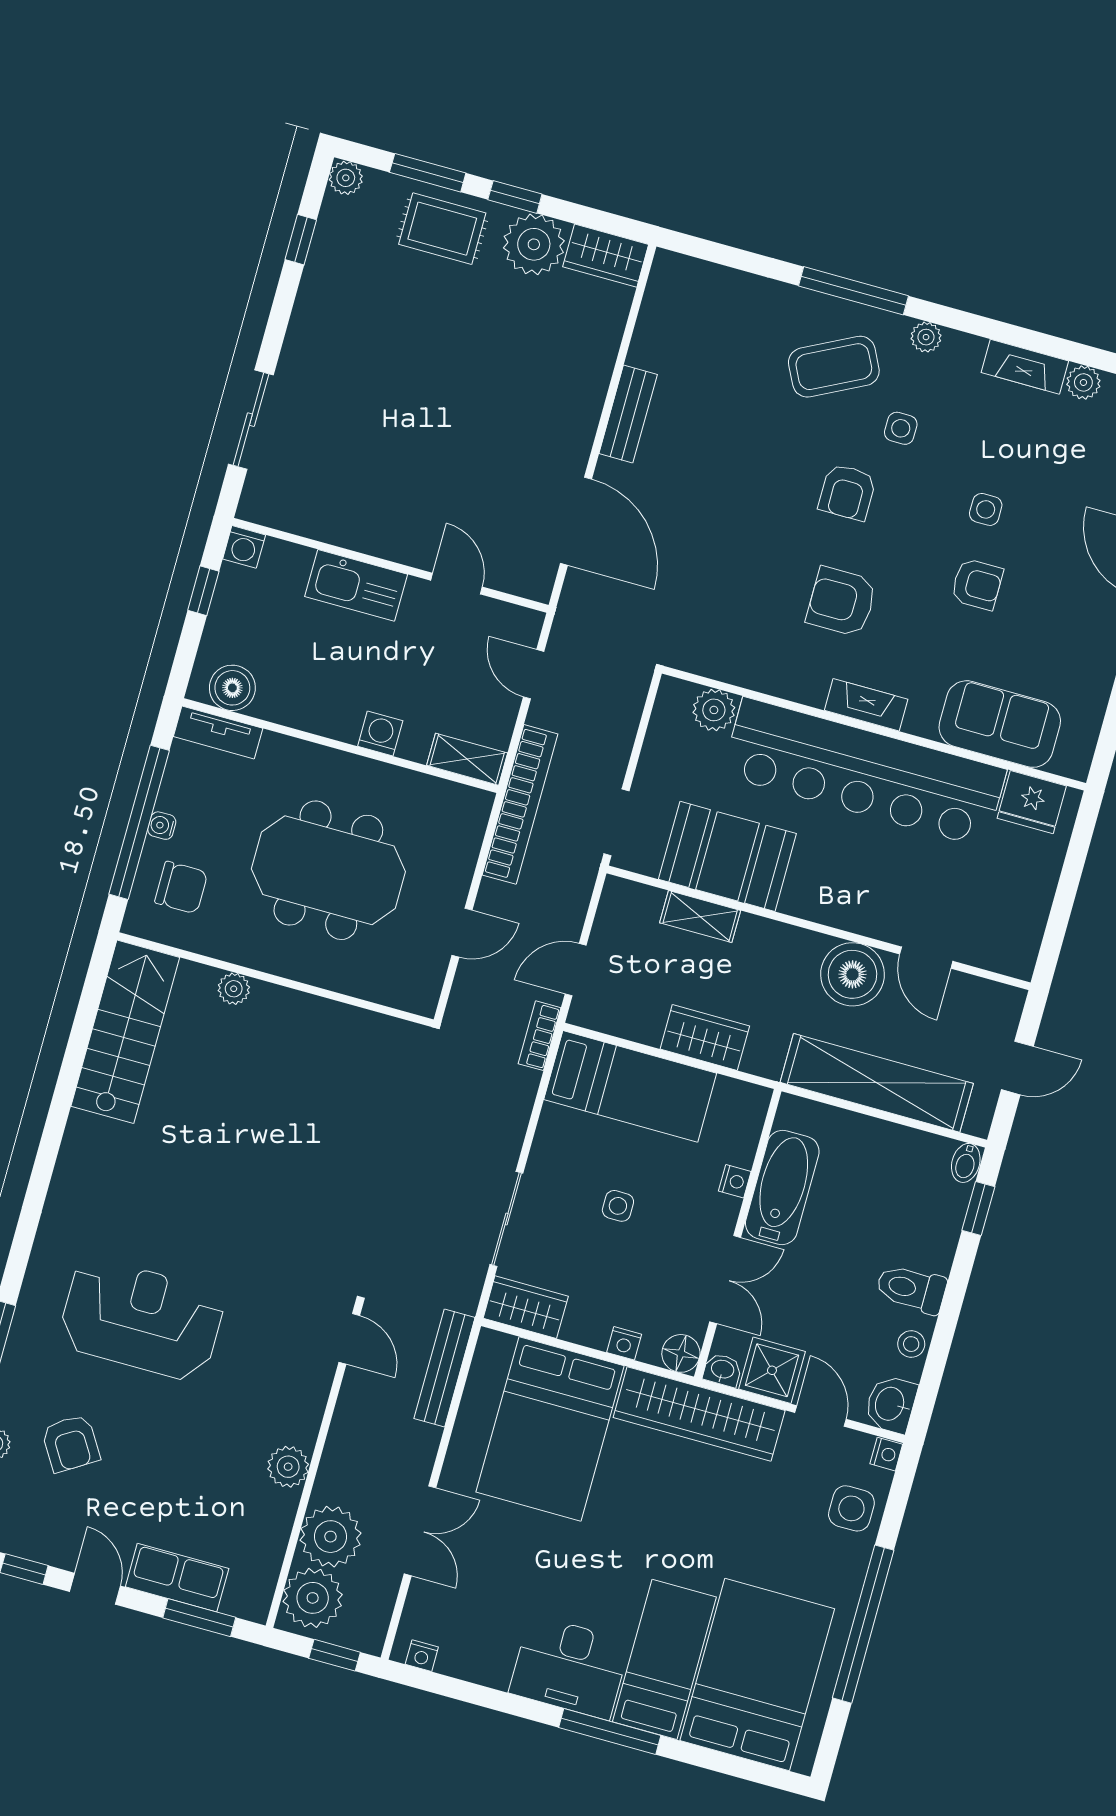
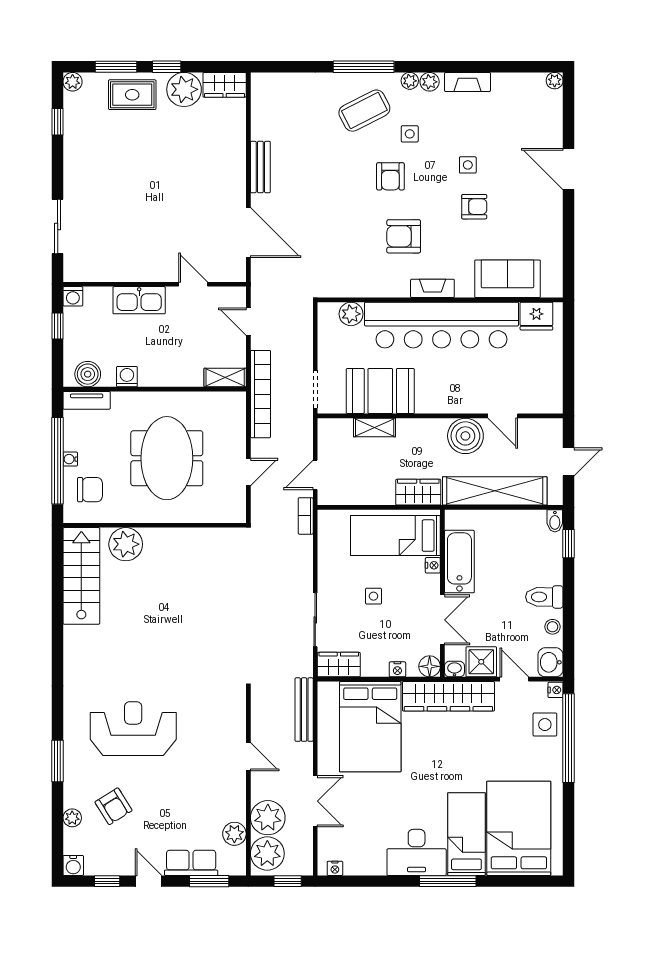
plant: (1083, 382) -> (430, 82), moved
washing machine: (380, 733) -> (127, 377), moved
meeting table: (328, 870) -> (167, 458), turned 90
plant: (234, 989) -> (126, 544), width x1.88, depth x1.88
wardrobe: (705, 1037) -> (418, 492), moved
bed: (630, 1086) -> (395, 536), moved, turned 180
door: (349, 1339) -> (248, 757), moved
plant: (288, 1467) -> (234, 834), moved
window: (863, 1624) -> (568, 738), moved

